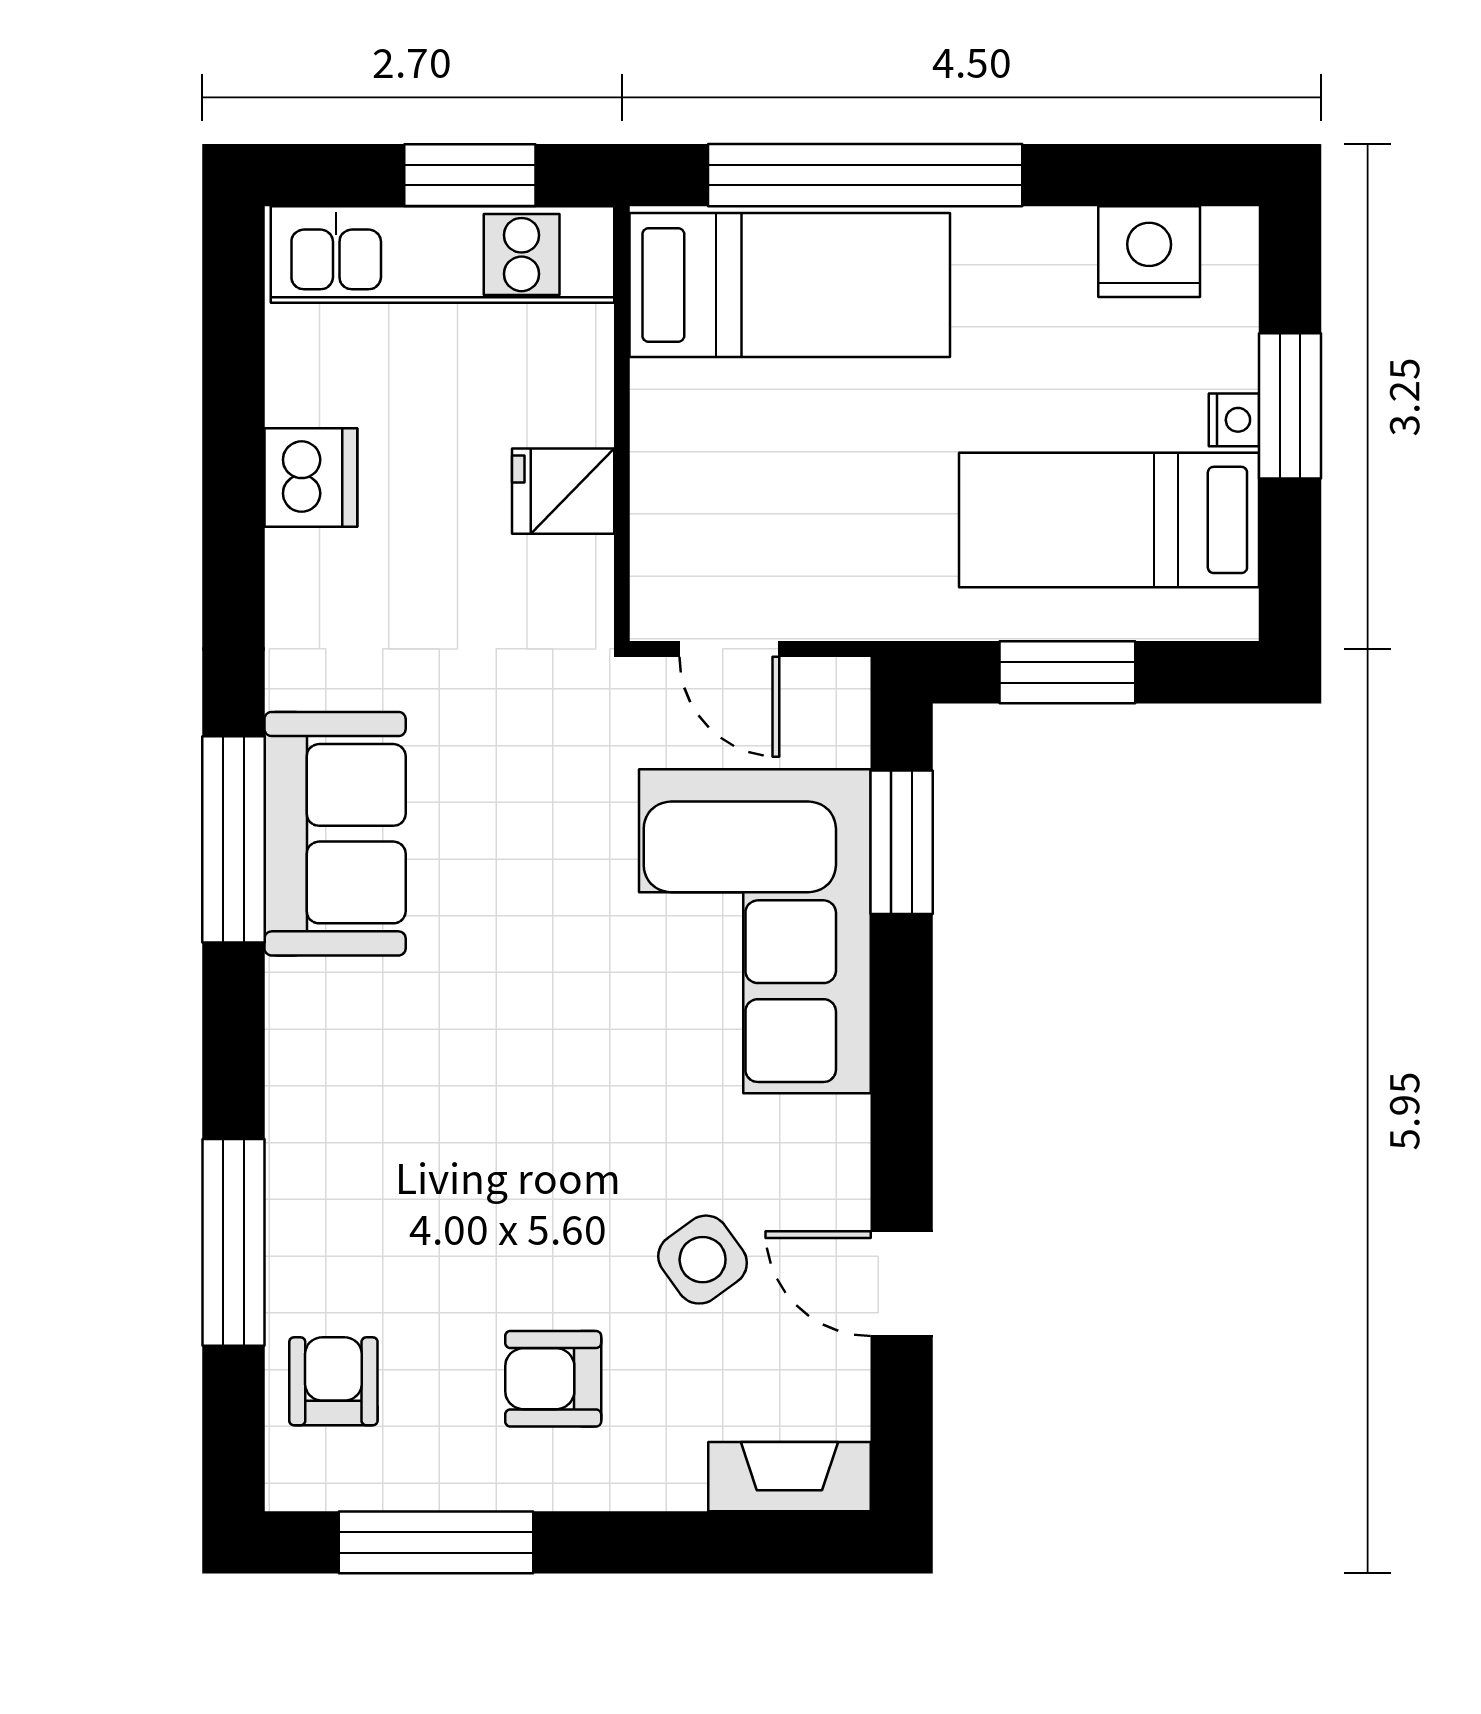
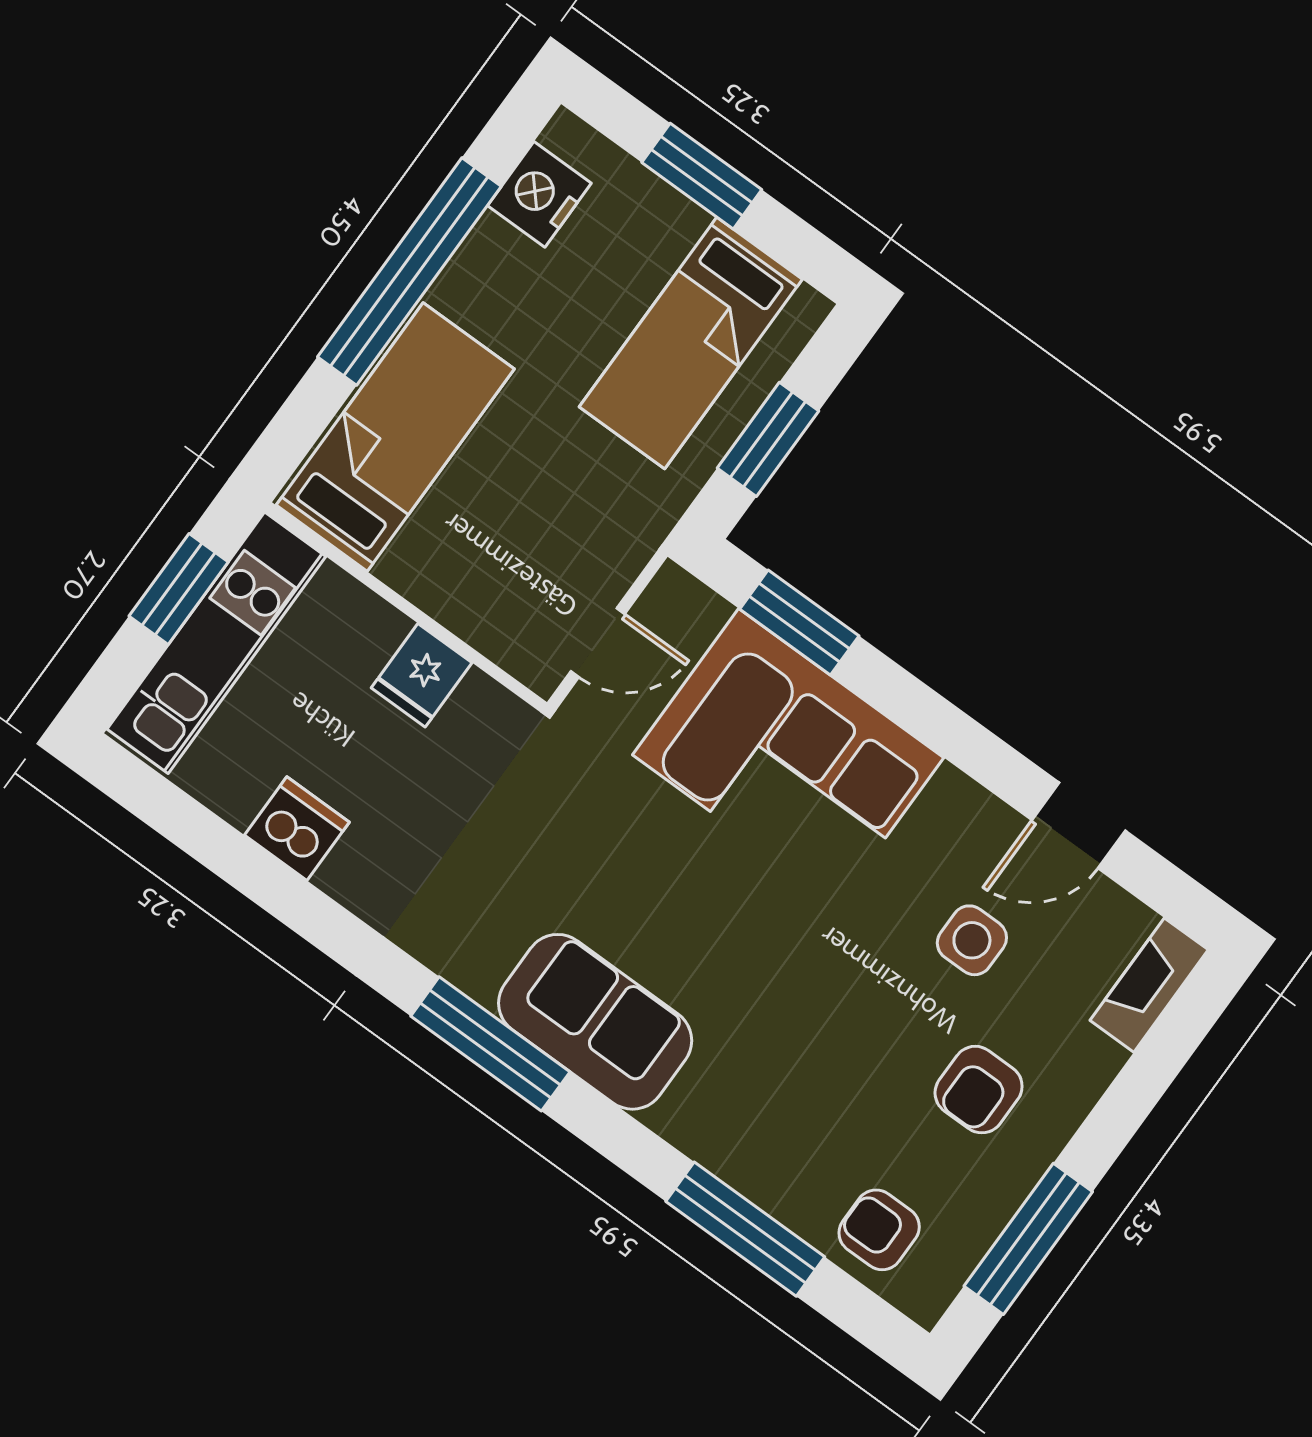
window: (865, 175) -> (409, 272), moved
nightstand: (1234, 420) -> (685, 218), removed
sofa: (335, 834) -> (595, 1022), moved
side table: (703, 1260) -> (972, 940), turned 36

